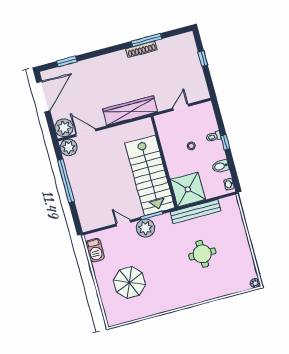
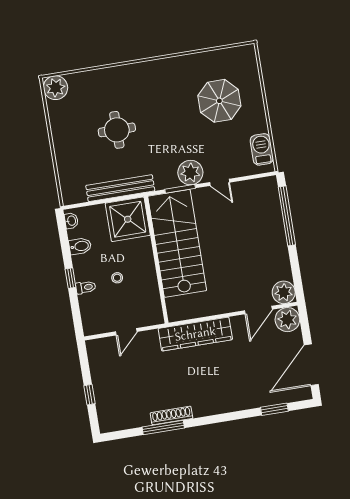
door: (86, 133) -> (258, 310), hinge flipped
window: (66, 181) -> (287, 216), moved
plant: (255, 283) -> (56, 88), width x1.88, depth x1.88

